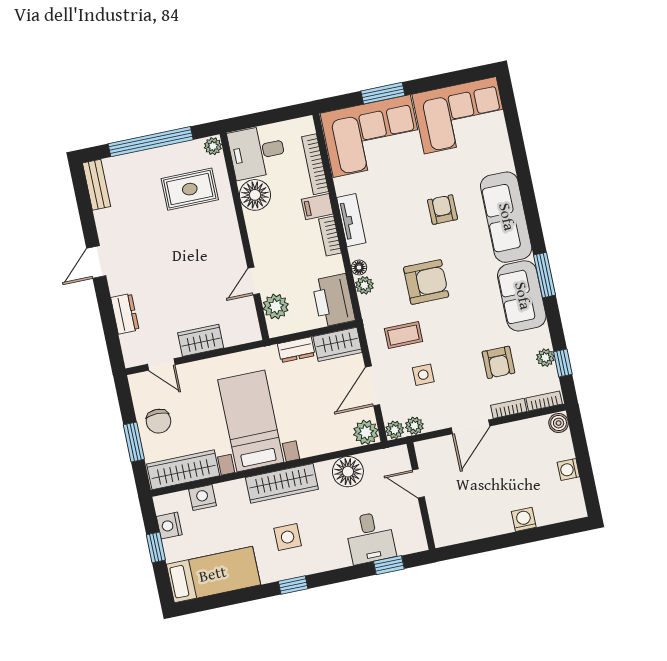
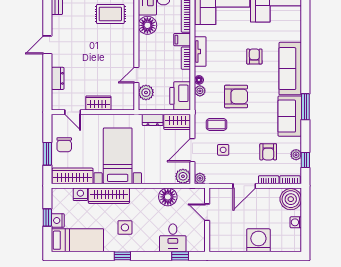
boiler: (559, 423) -> (291, 199), width x1.86, depth x1.86
plant: (414, 426) -> (212, 178), removed
wardrobe: (282, 483) -> (109, 196), moved
washing machine: (524, 519) -> (258, 240), width x1.89, depth x1.89
nightstand: (169, 526) -> (58, 221), moved

